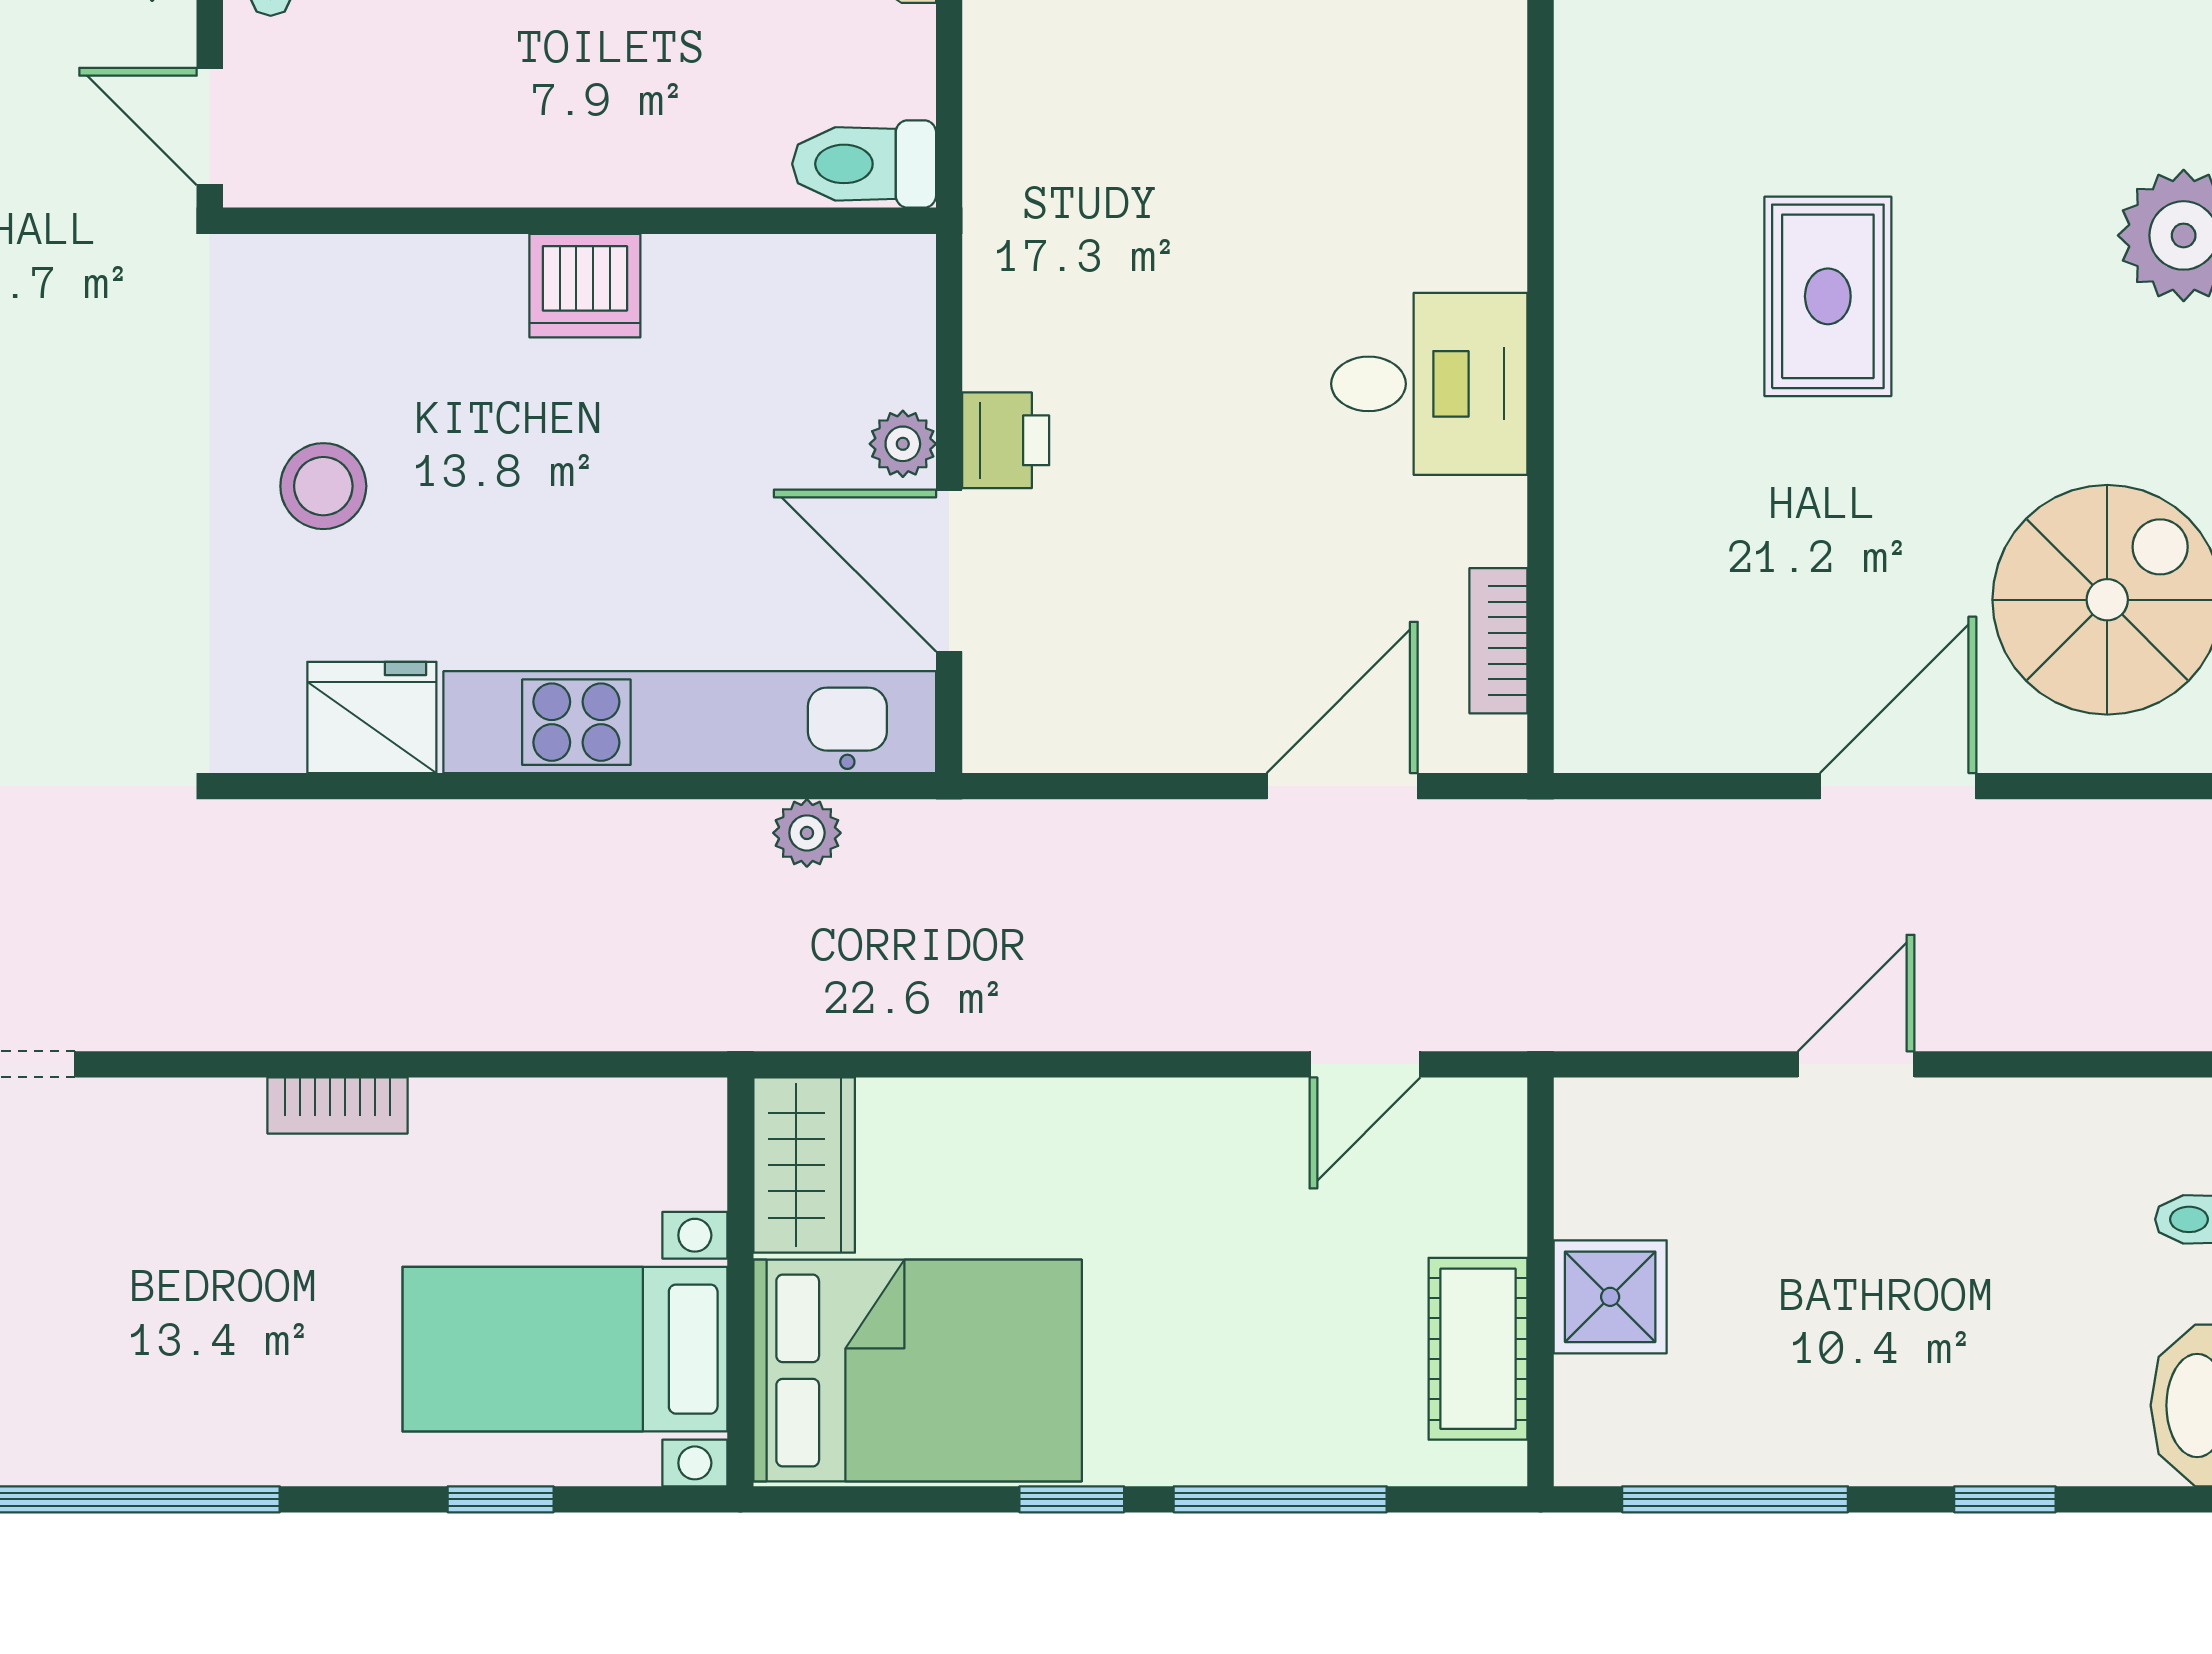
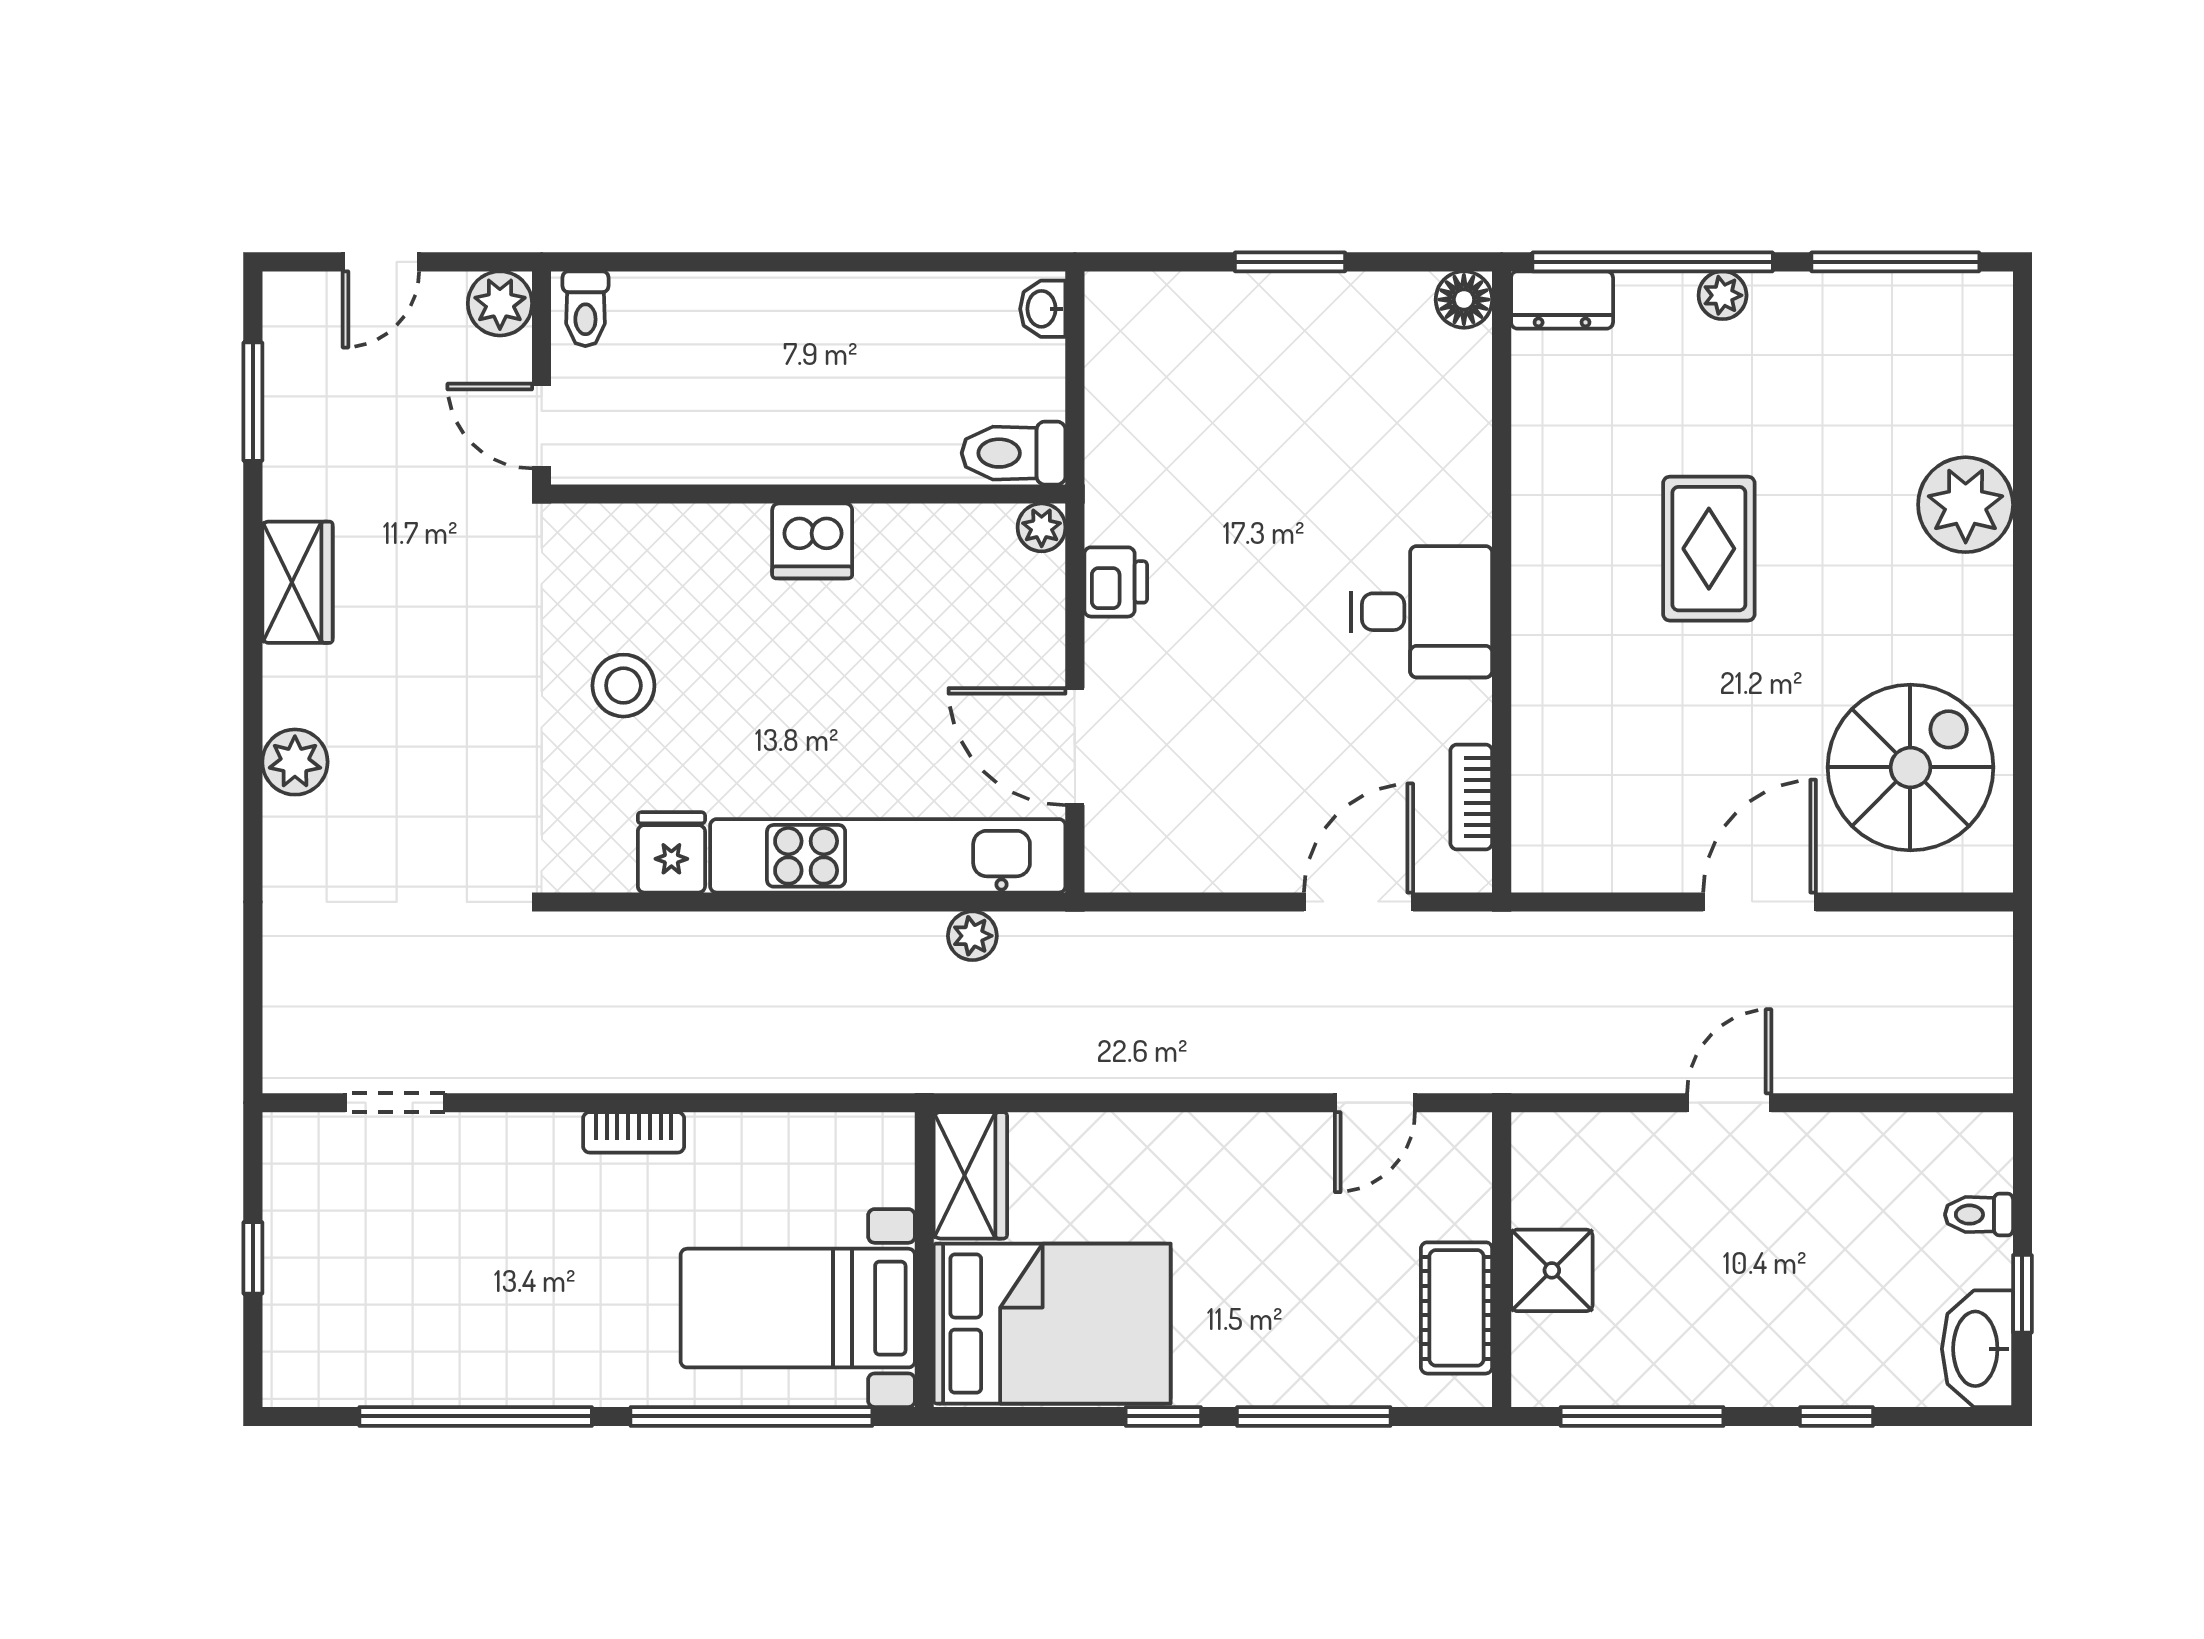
printer: (1006, 440) -> (1116, 582), moved
plant: (903, 444) -> (1042, 527), moved
fridge: (372, 717) -> (671, 852), width x0.72
window: (501, 1499) -> (751, 1416), width x3.17

